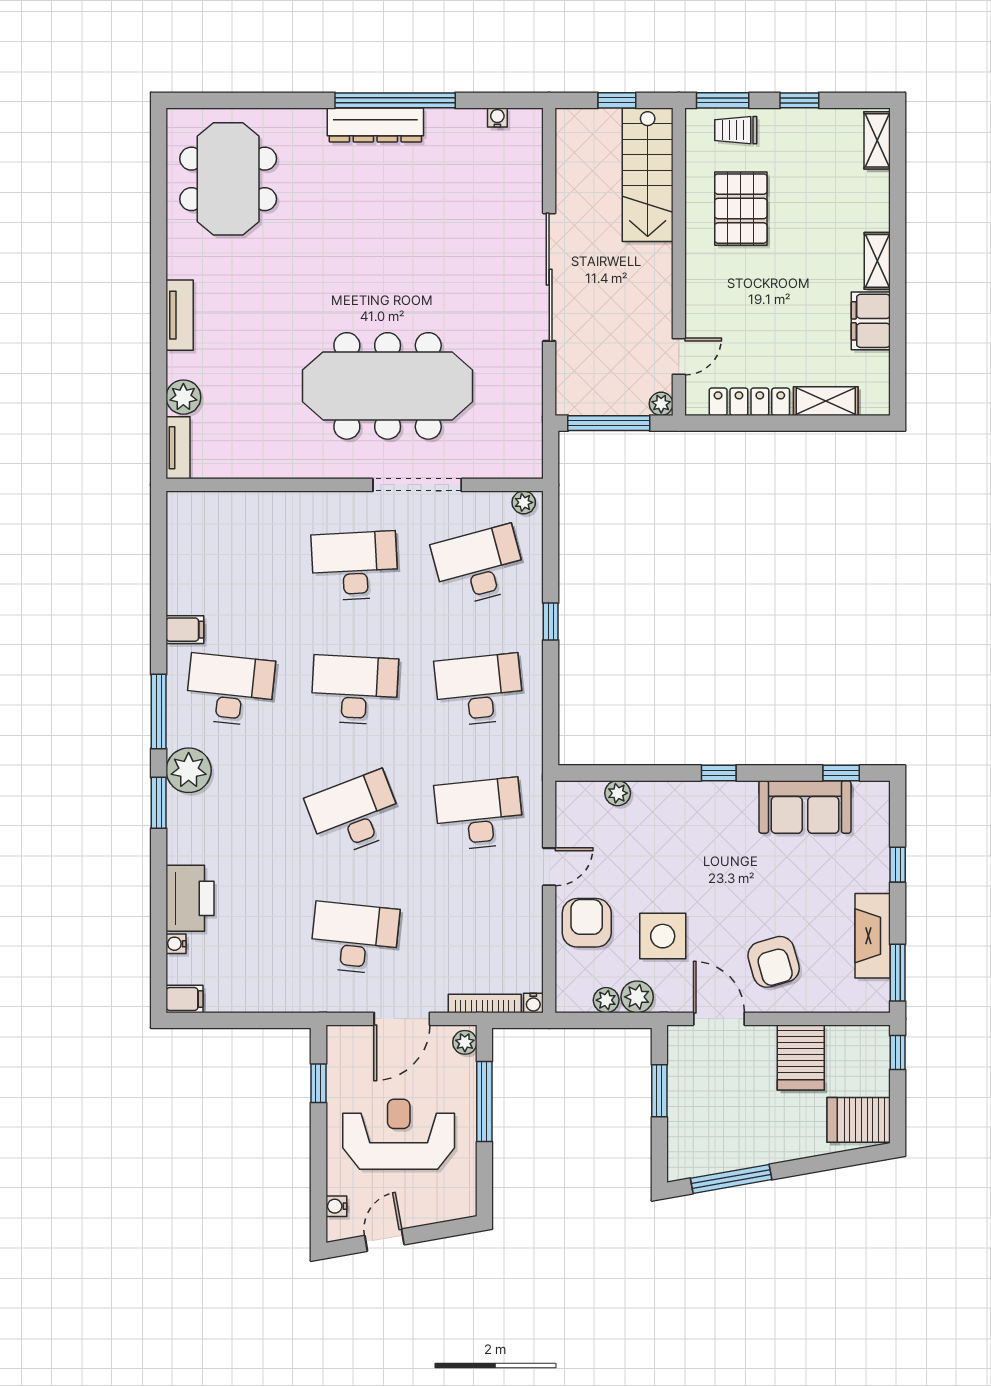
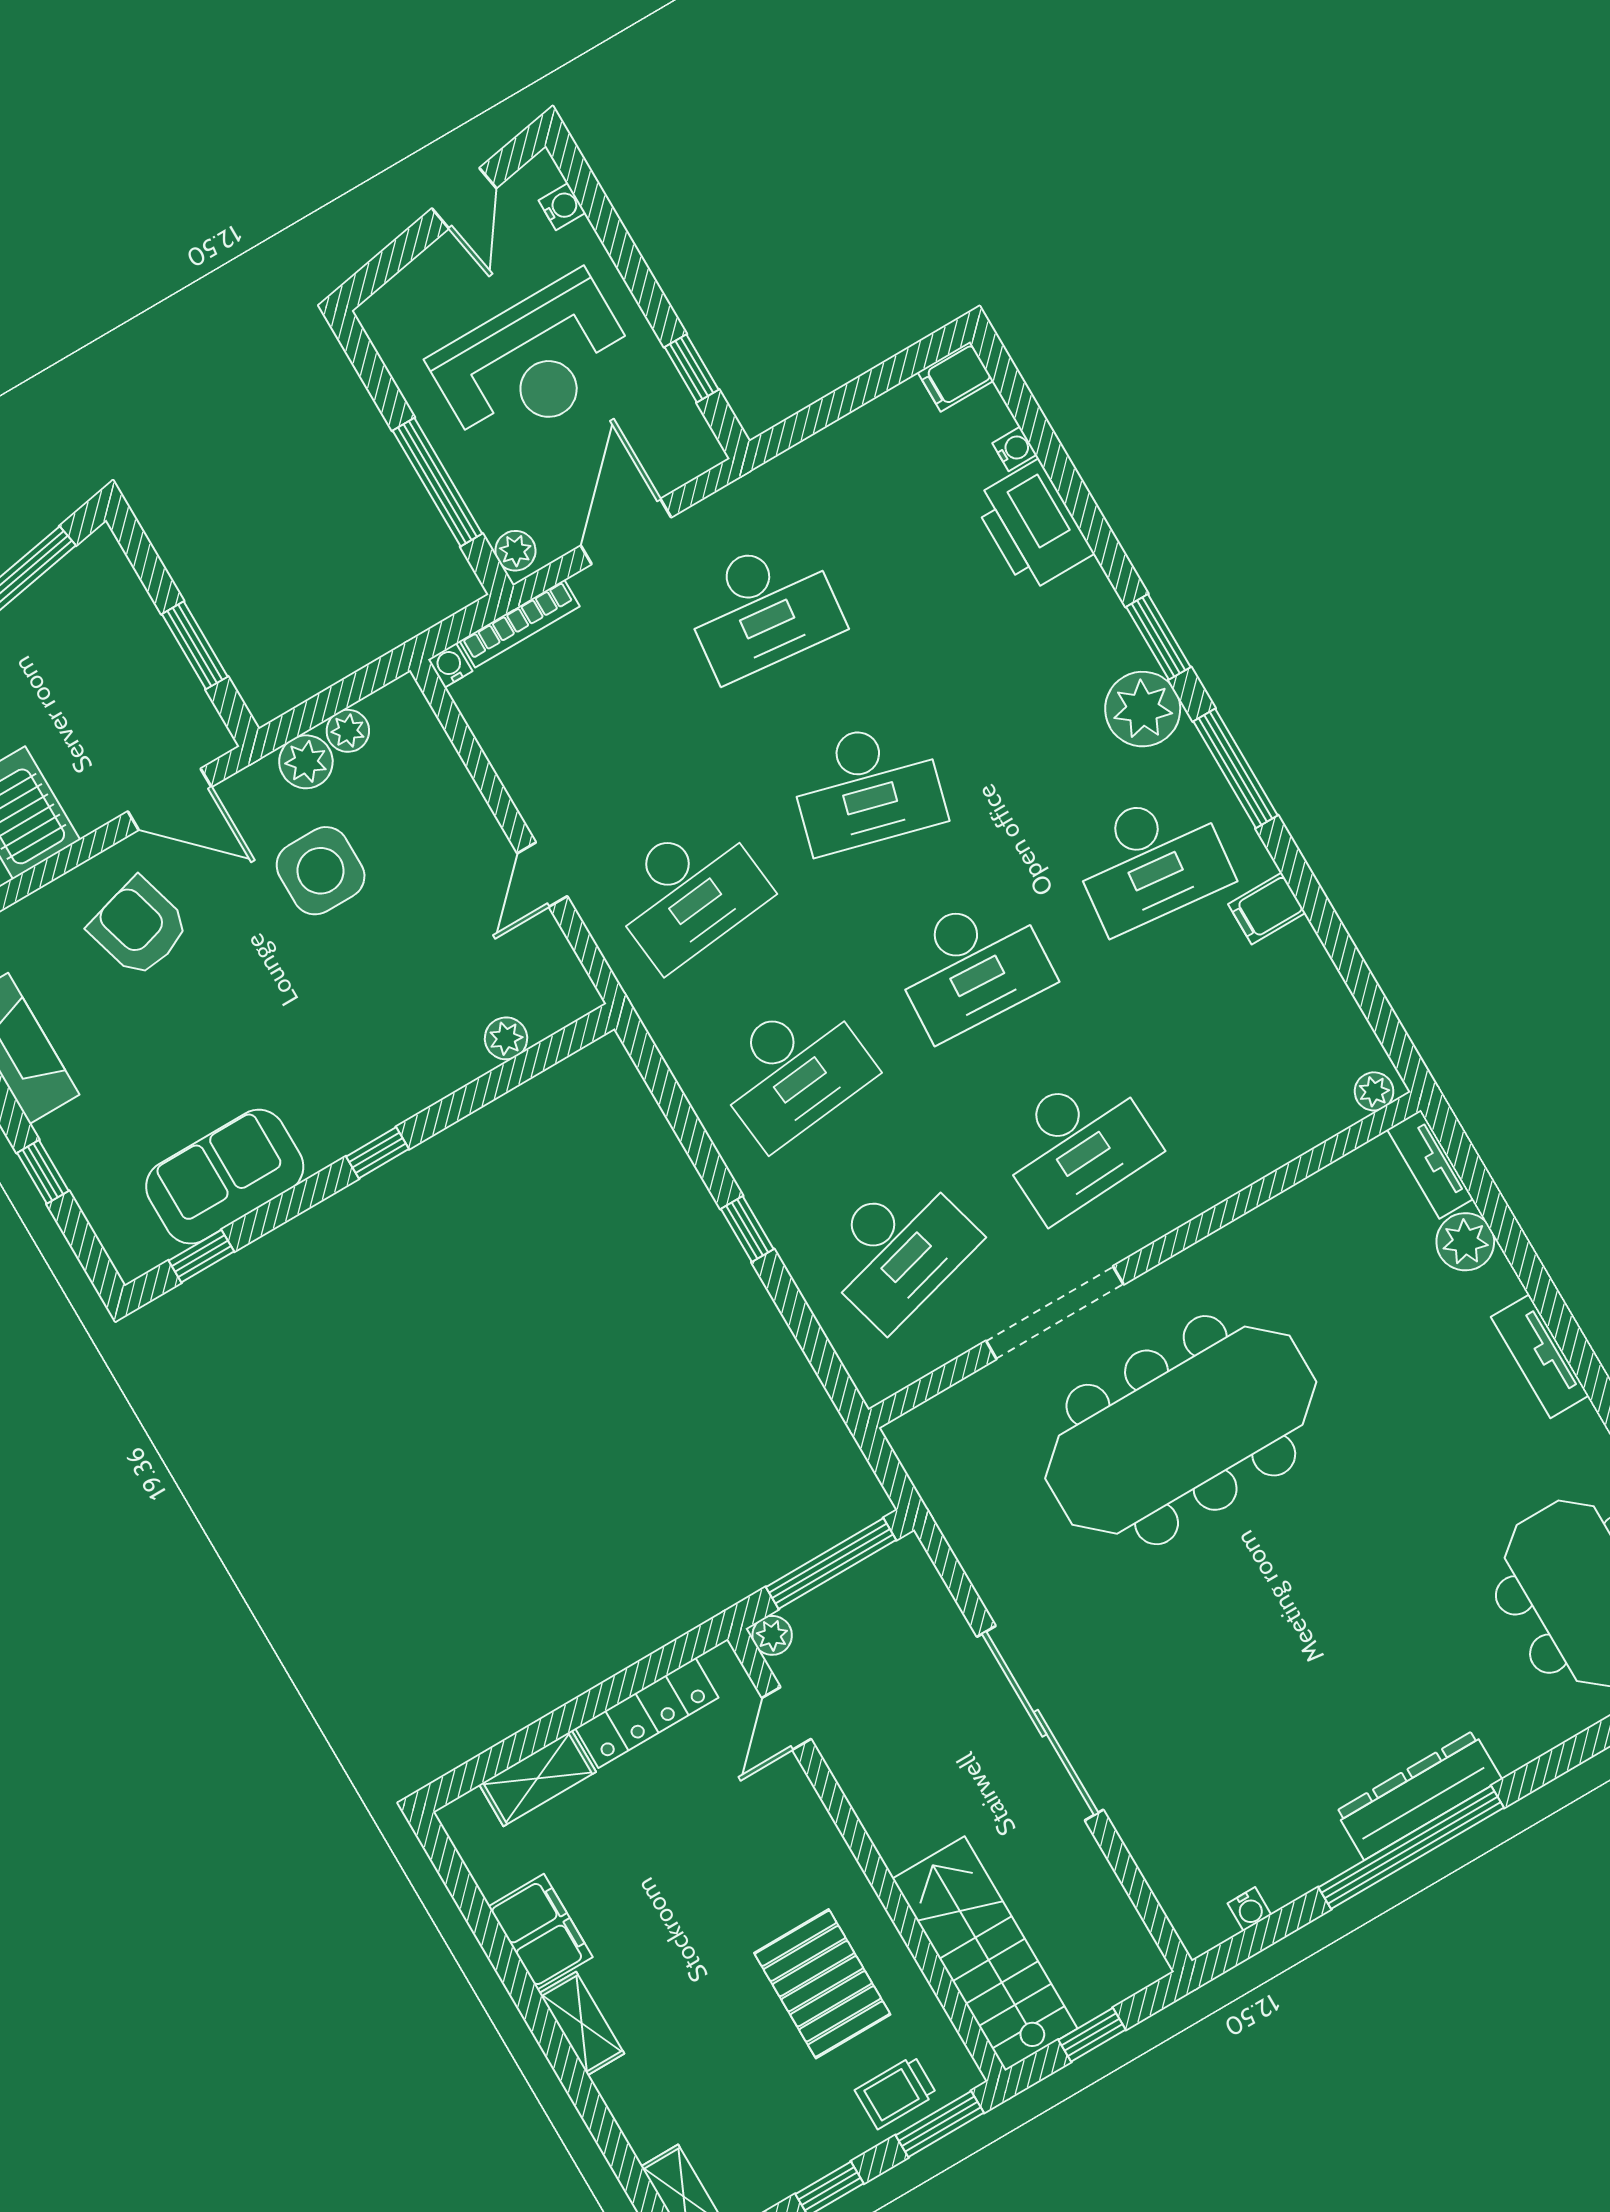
trolley: (736, 130) -> (896, 2092), turned 180
plant: (524, 502) -> (1374, 1091), moved
desk: (355, 814) -> (867, 786), turned 36
armchair: (587, 923) -> (441, 826), removed

